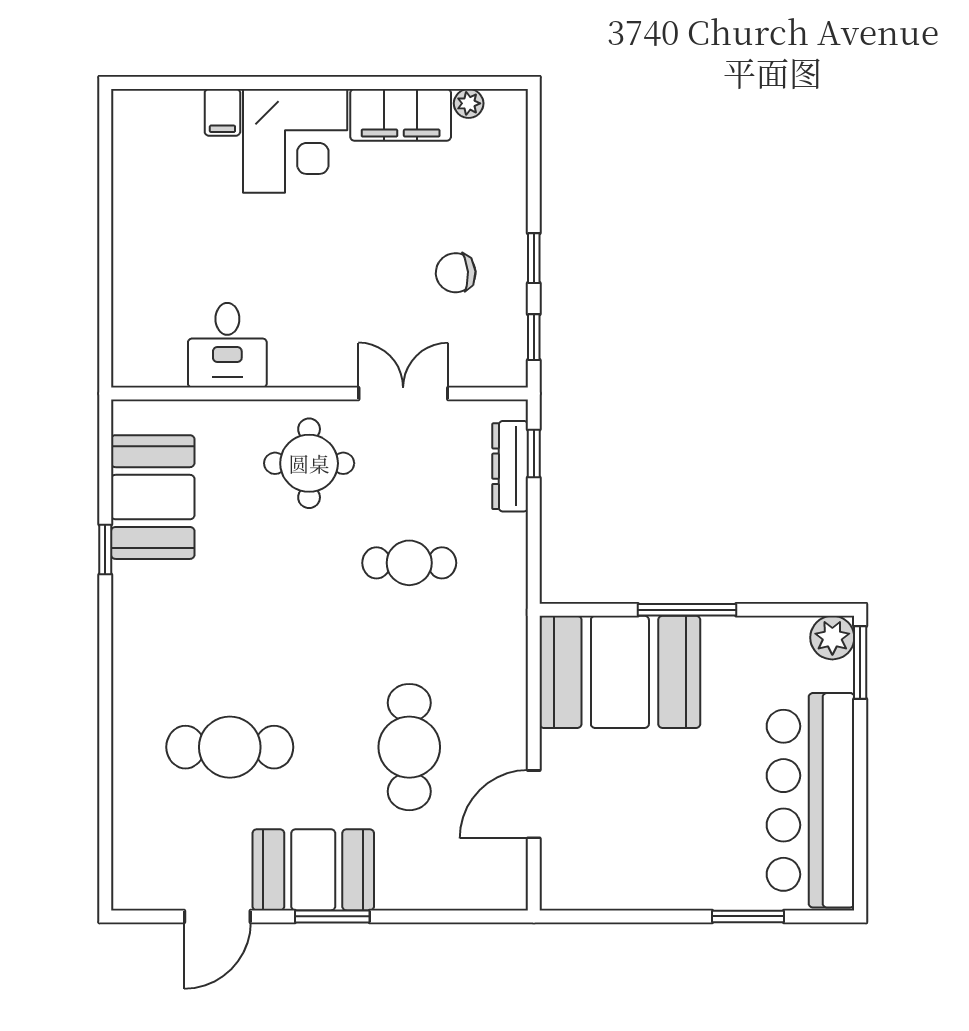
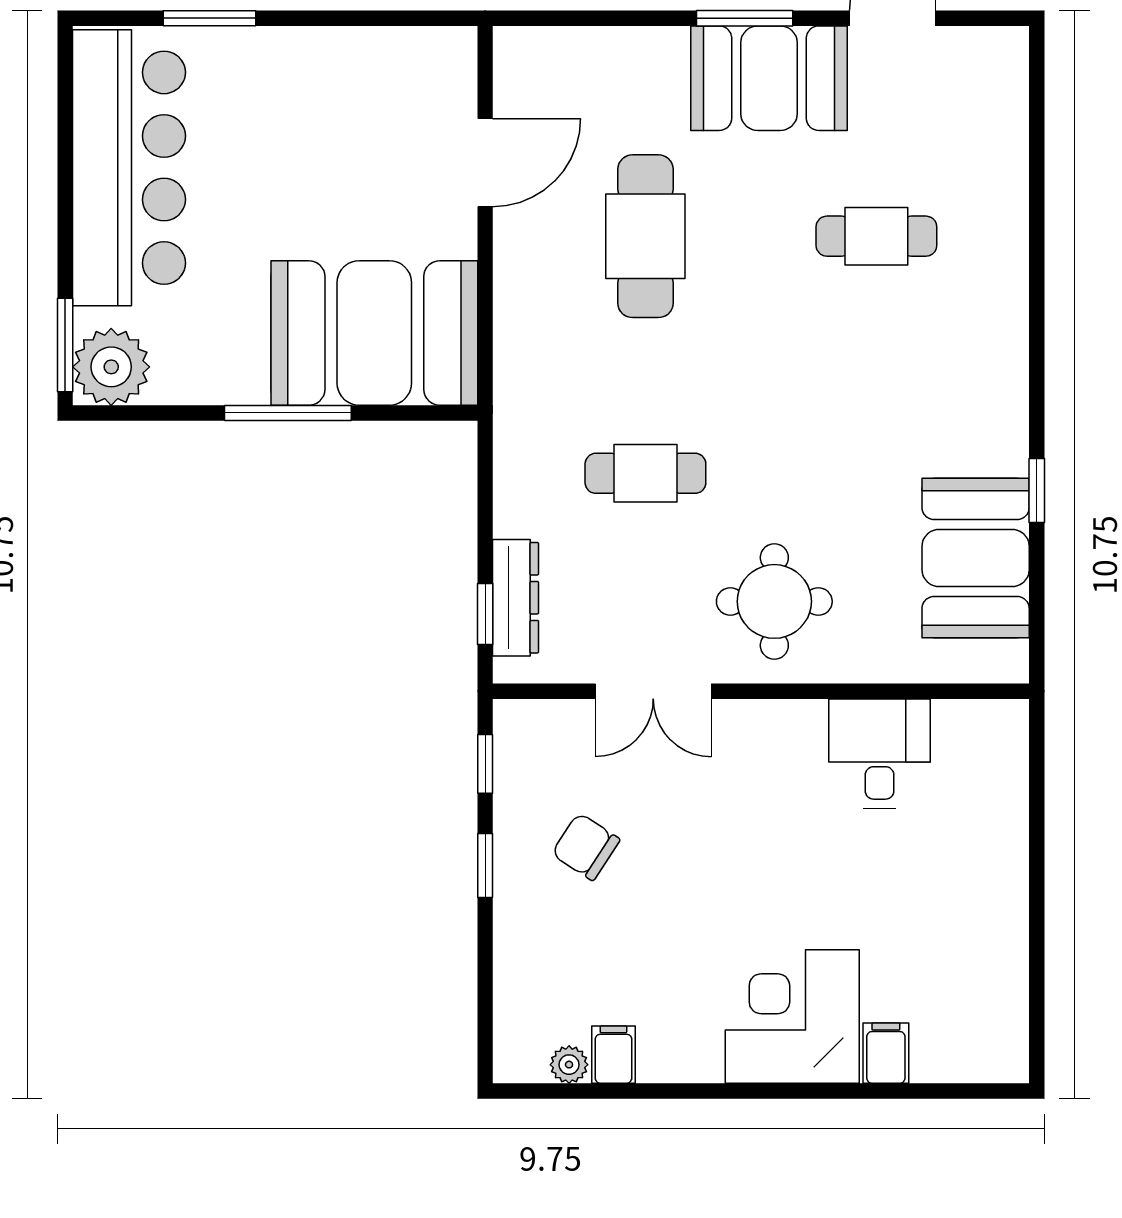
filing cabinet: (401, 115) -> (613, 1055), width x0.33, depth x0.86
chair: (456, 273) -> (586, 847), turned -143
plant: (832, 638) -> (111, 367), width x1.36, depth x1.36
cafe table: (230, 747) -> (876, 236), width x0.73, depth x0.74

